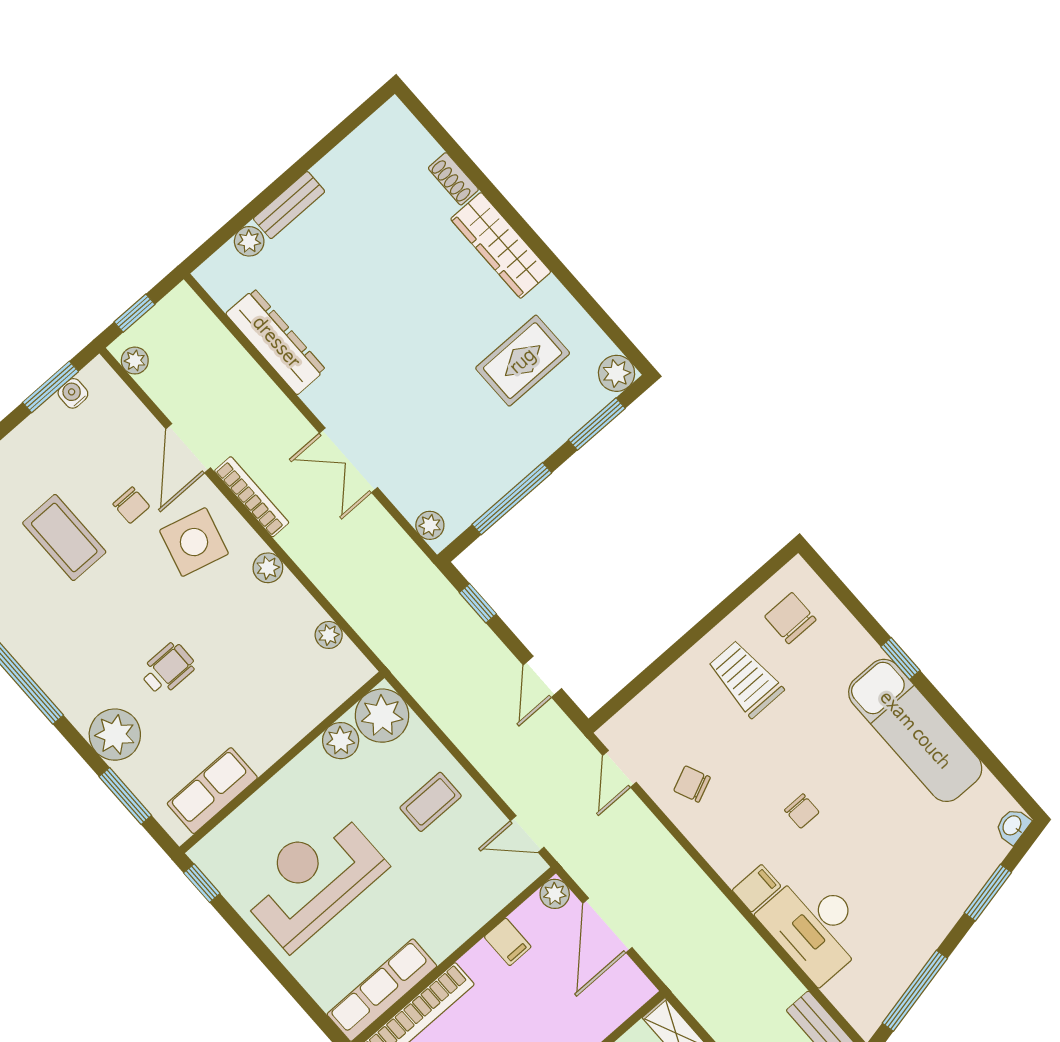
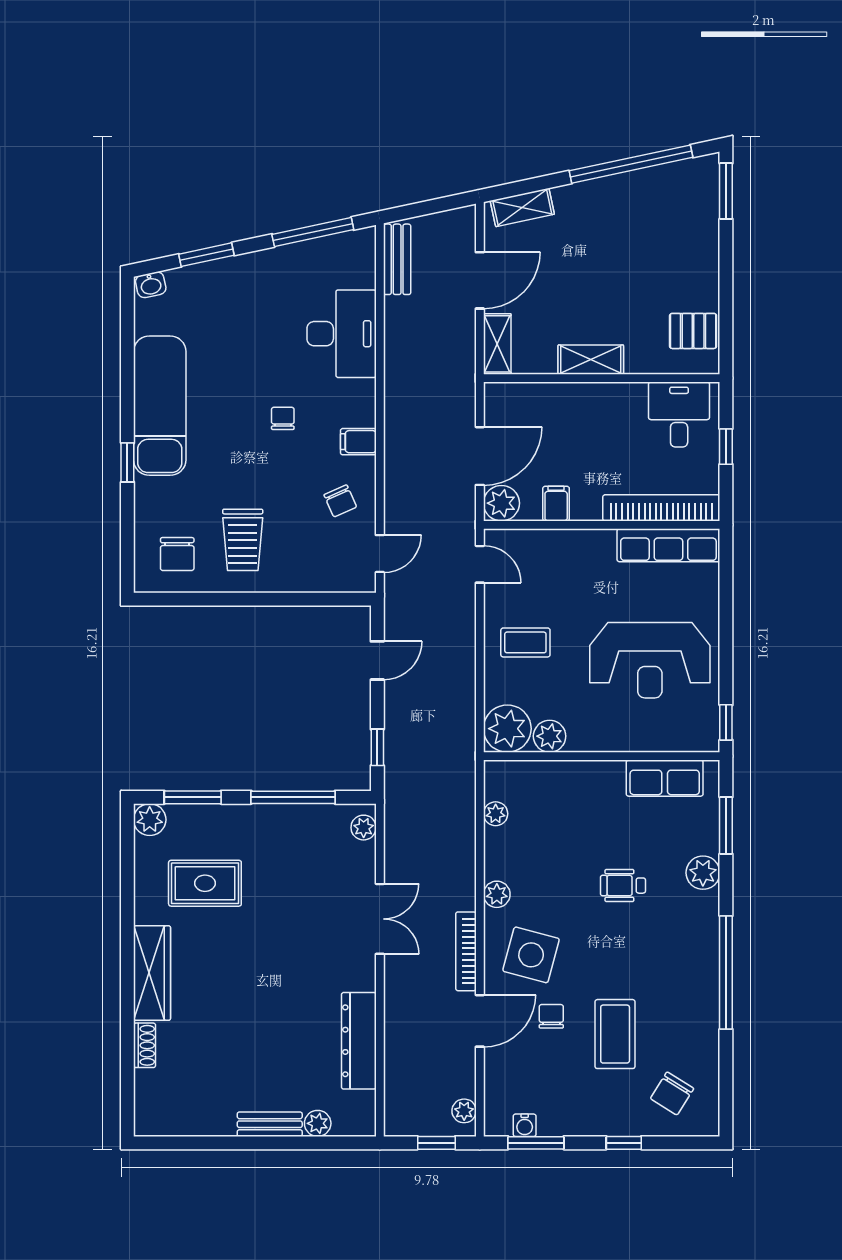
plant: (115, 735) -> (703, 873), width x0.73, depth x0.73
filing cabinet: (757, 888) -> (358, 442), moved
plant: (555, 894) -> (501, 503), width x1.38, depth x1.38

